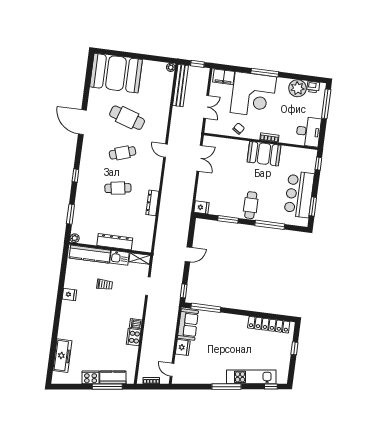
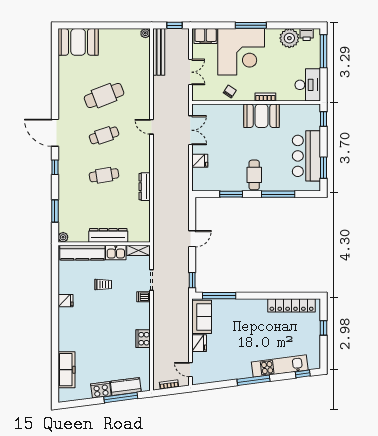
booth: (116, 73) -> (78, 42), width x0.73, depth x0.70
cafe table: (127, 118) -> (104, 96), turned -39
door: (82, 122) -> (55, 133), moved
fridge: (201, 207) -> (200, 161), moved
dishwasher: (136, 324) -> (143, 297), moved

